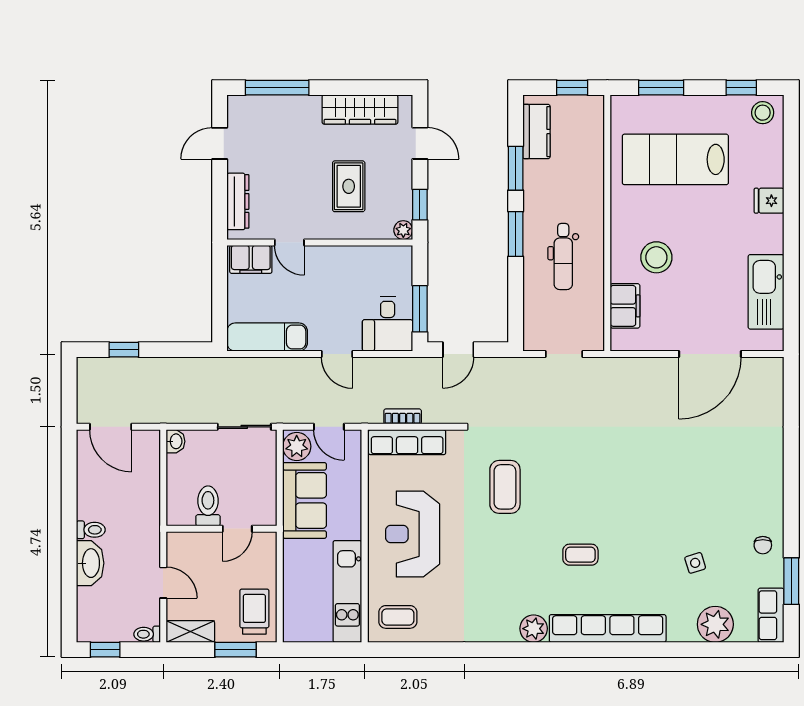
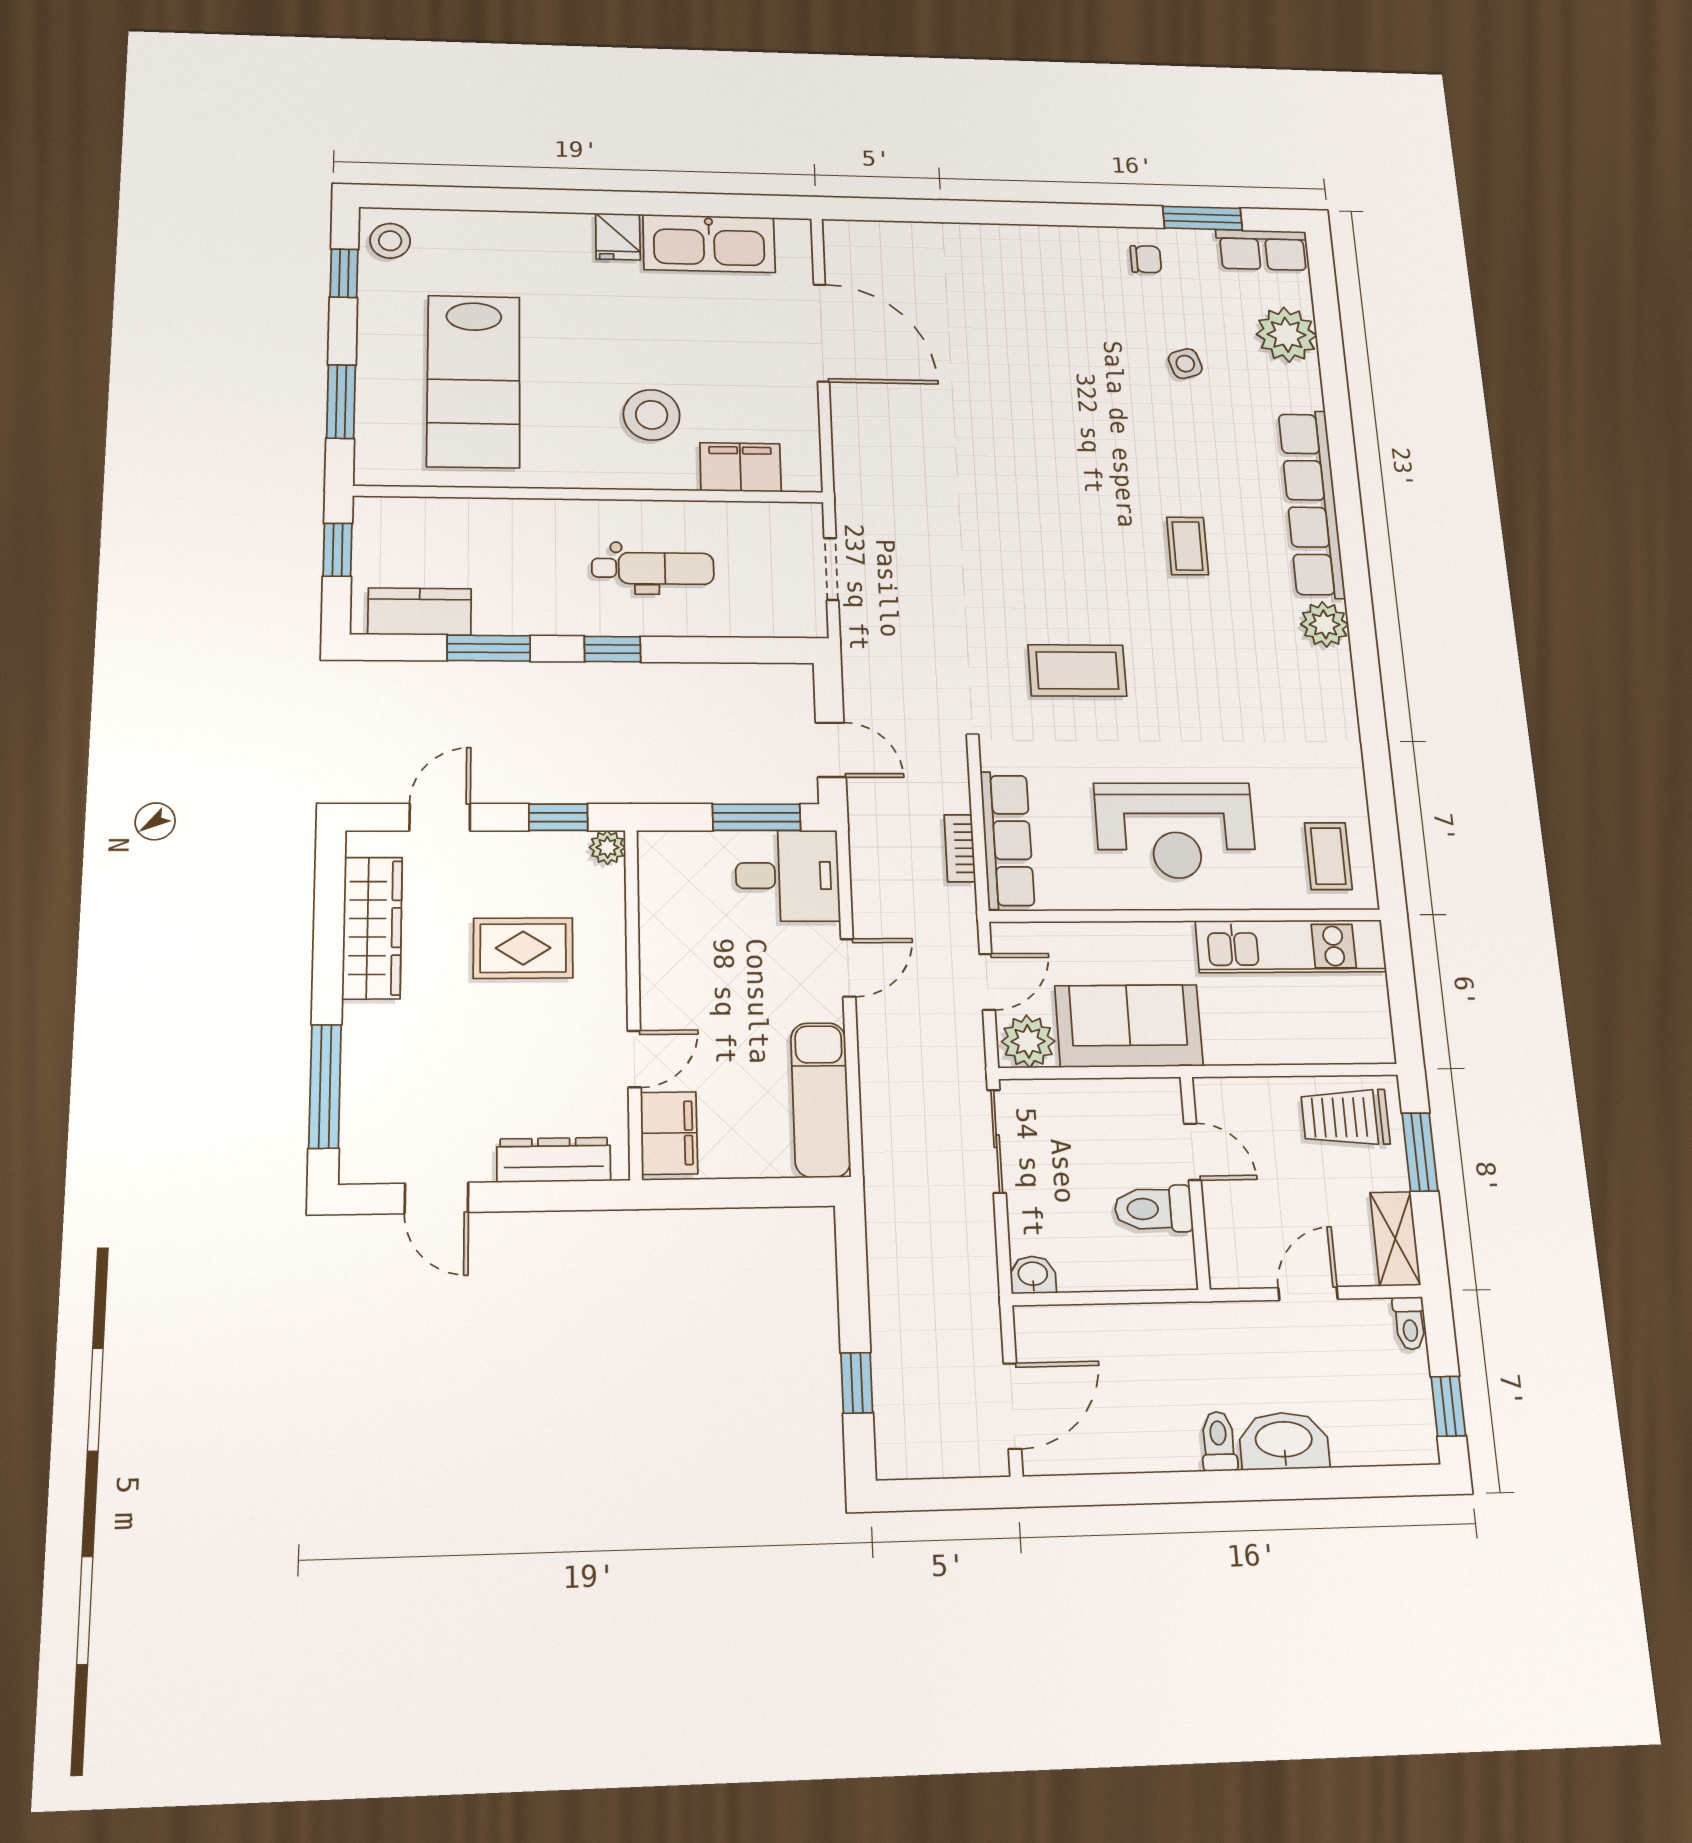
fridge: (769, 201) -> (618, 237), moved
window: (516, 234) -> (612, 649), width x0.67

